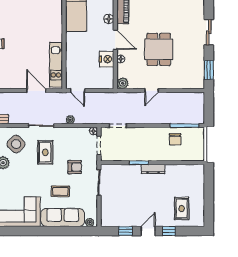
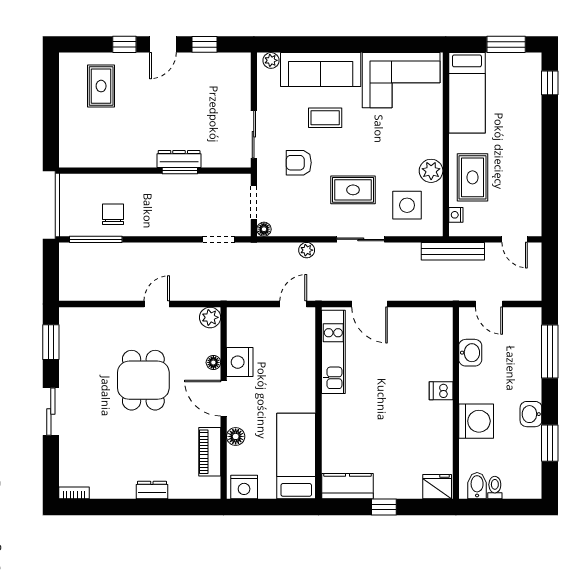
door: (78, 91) -> (293, 304), hinge flipped
side table: (16, 144) -> (407, 205), turned 45
rug: (45, 152) -> (353, 190), turned 90
dresser: (153, 169) -> (179, 159), moved

